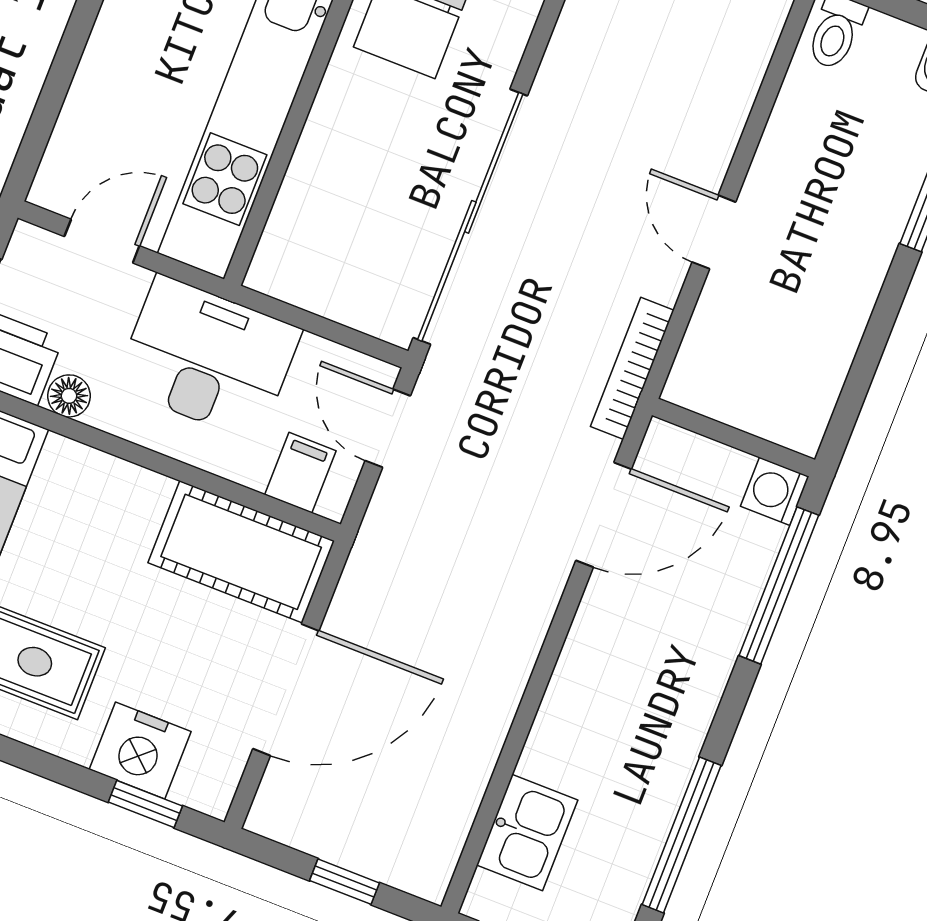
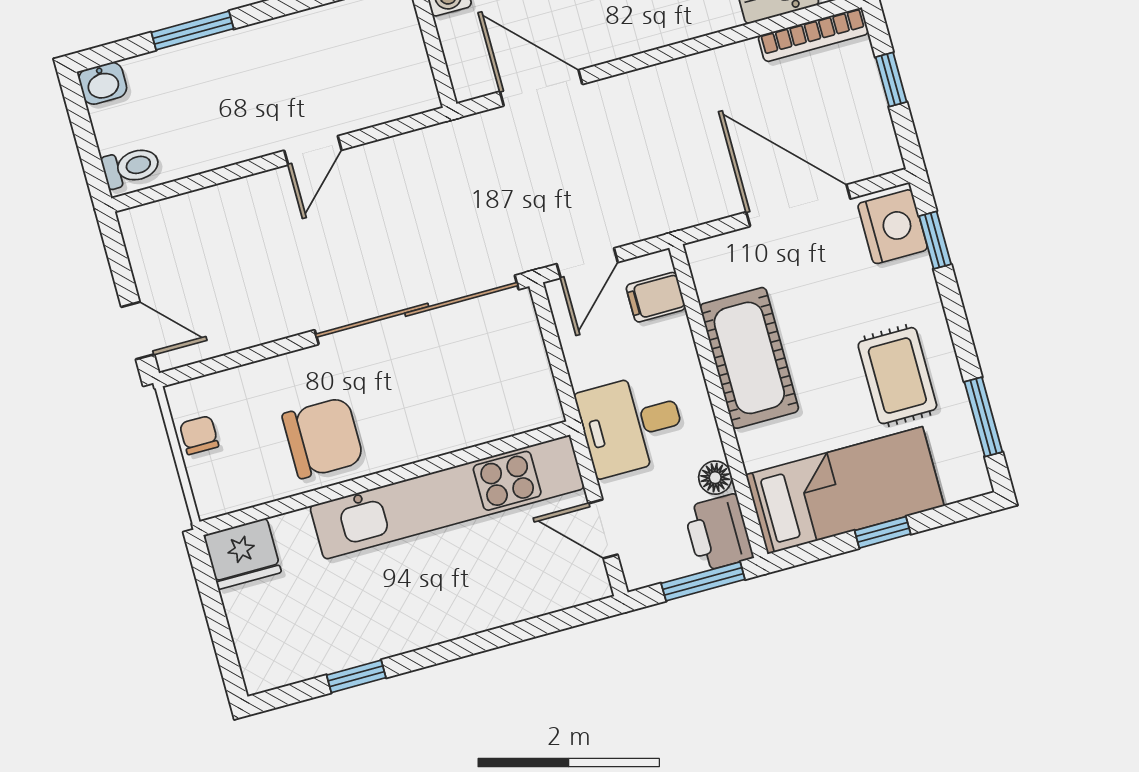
desk: (208, 358) -> (631, 424), width x0.73
bookcase: (632, 368) -> (813, 35), moved
cot: (241, 552) -> (749, 358), moved
nightstand: (140, 750) -> (893, 227), moved

